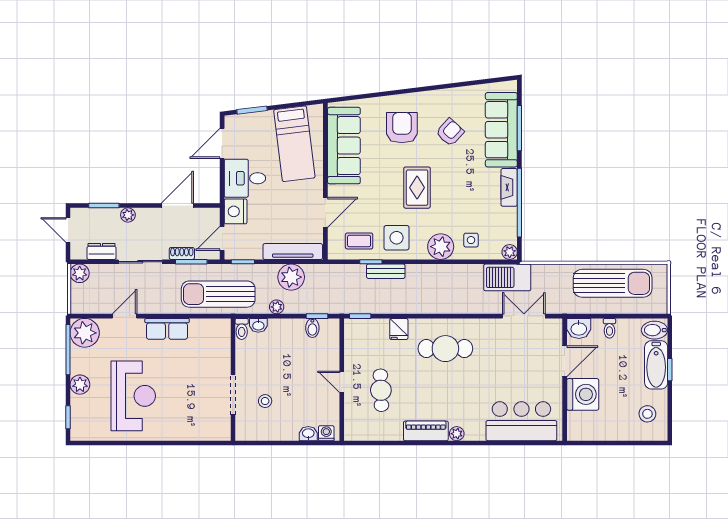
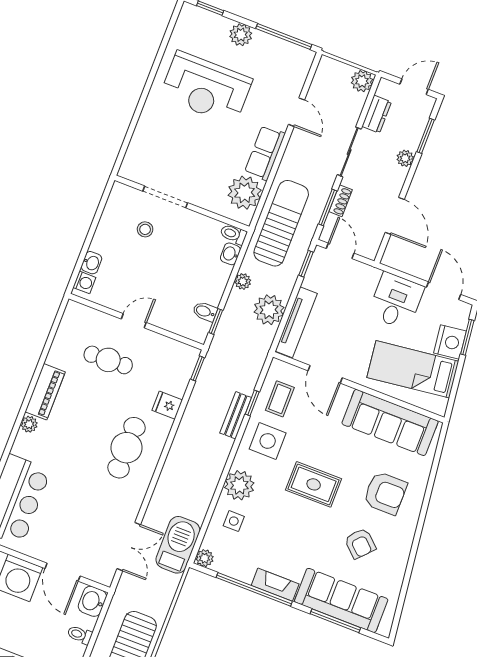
nightstand: (236, 211) -> (450, 342), moved, turned 83
plant: (85, 333) -> (245, 193), moved

